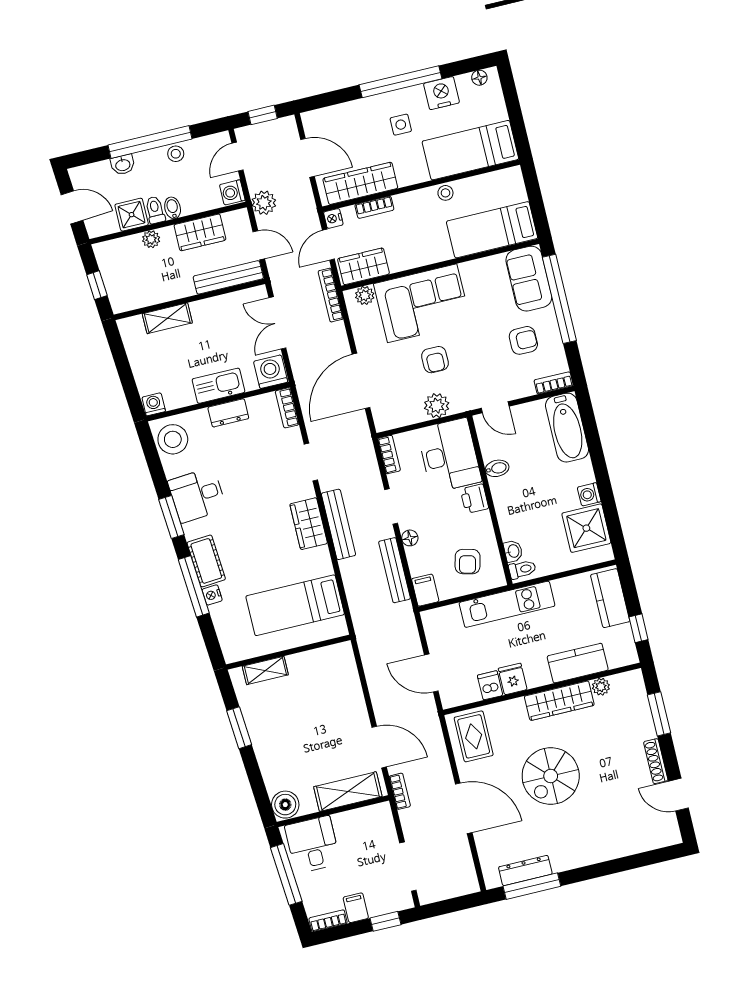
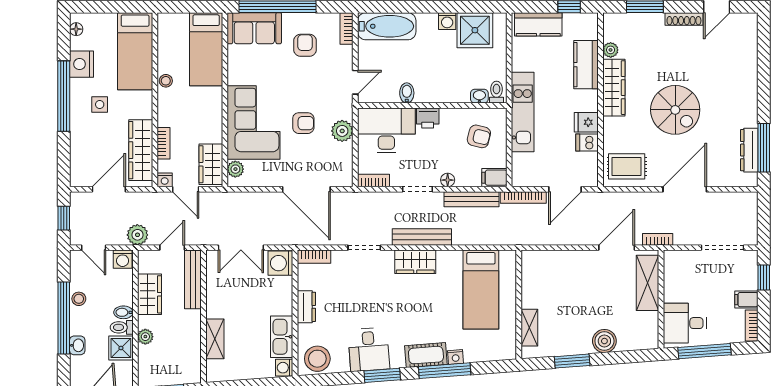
bookcase: (331, 295) -> (523, 197), moved
kitchen sink: (218, 386) -> (282, 337), moved
boiler: (285, 805) -> (604, 341), moved

